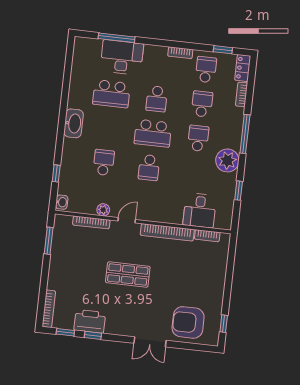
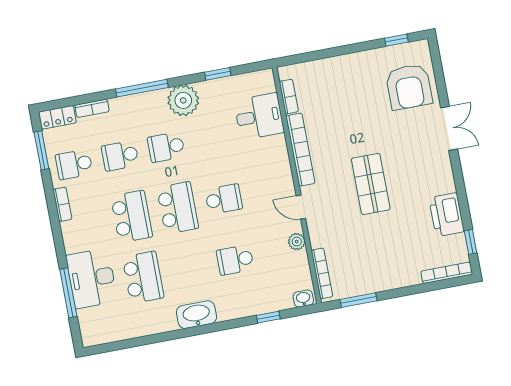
window: (223, 50) -> (41, 150), width x1.50
school desk: (157, 99) -> (132, 217), width x1.85
bookcase: (91, 222) -> (322, 273), moved
window: (93, 335) -> (464, 205), removed

